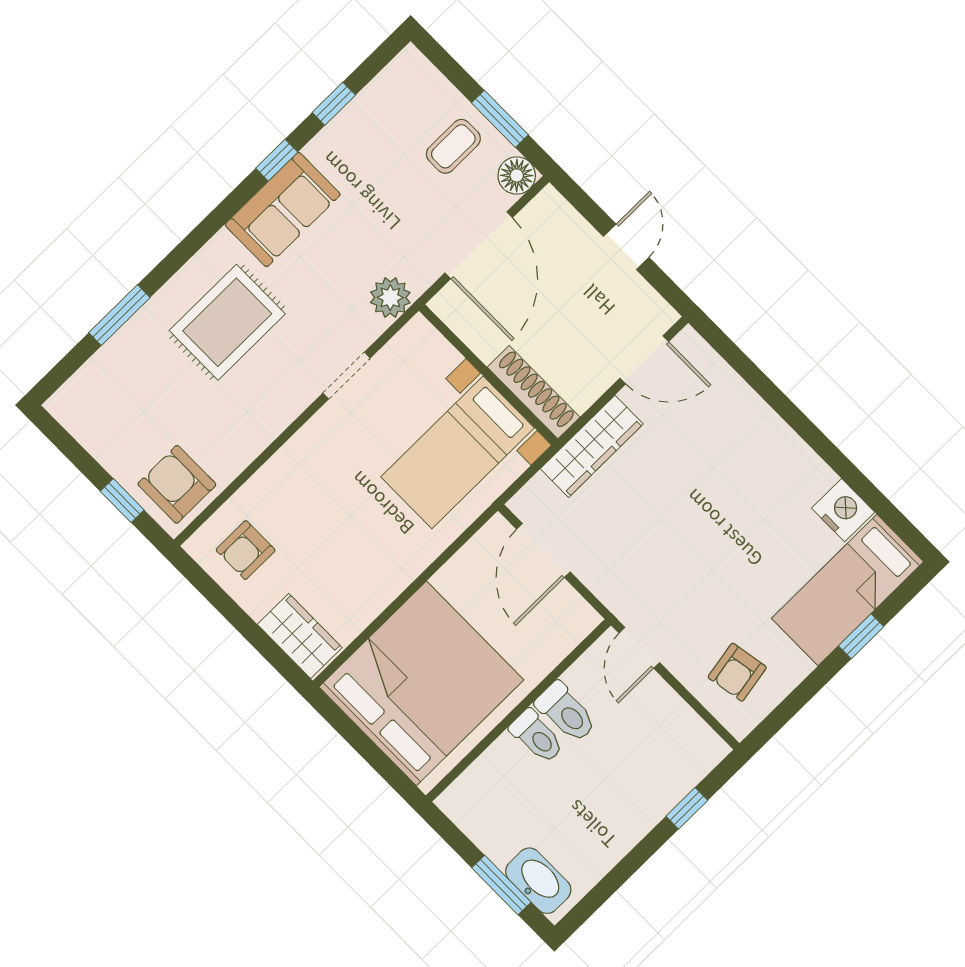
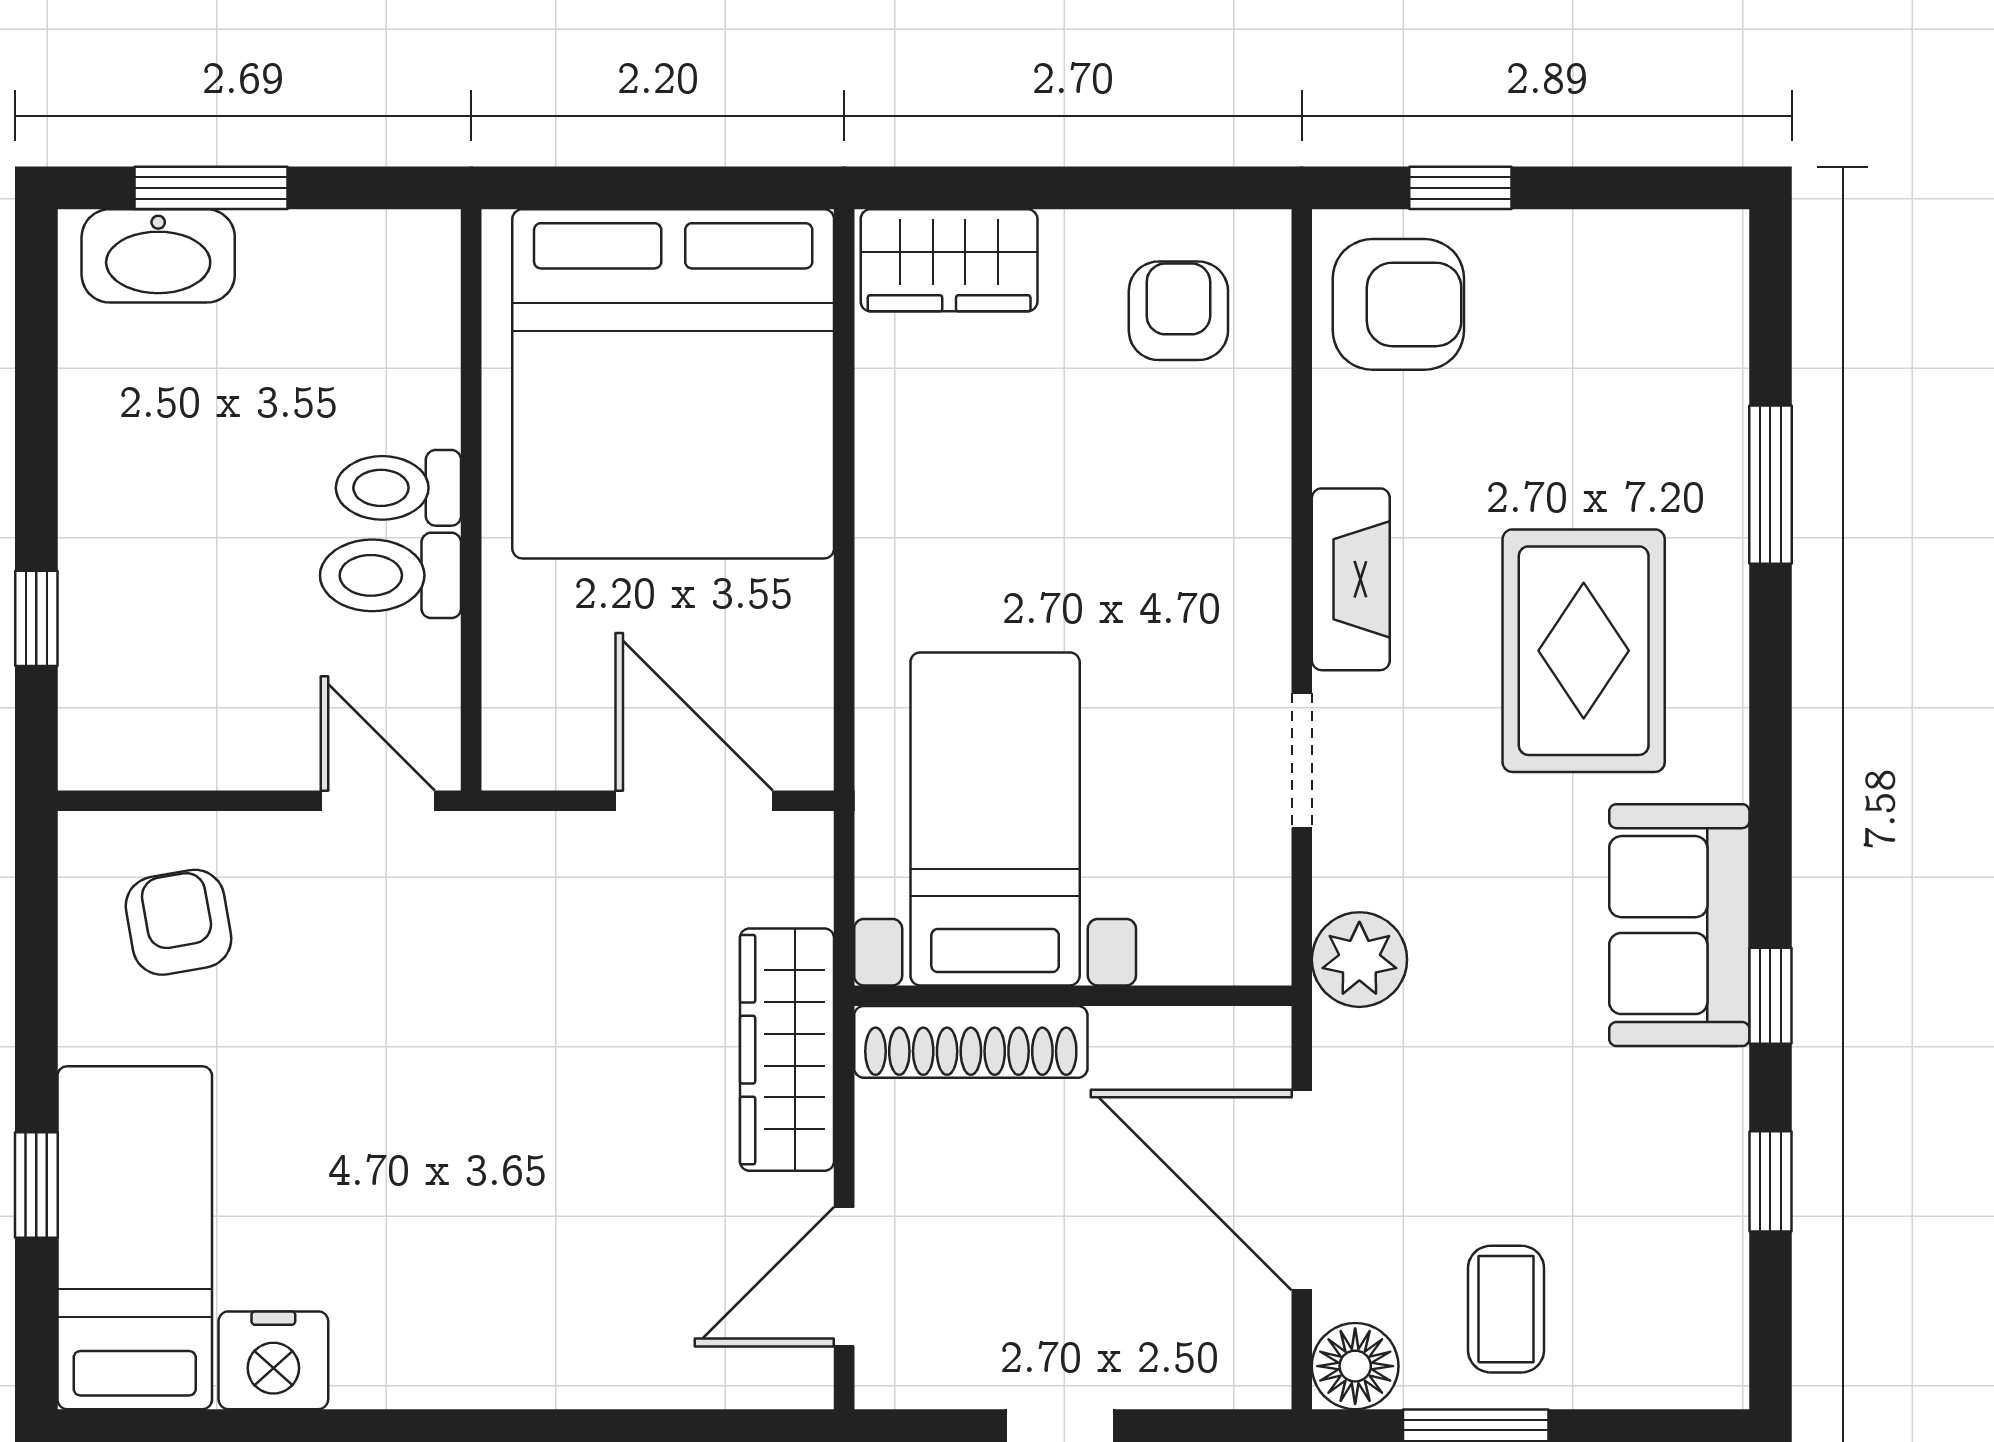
fireplace: (276, 416) -> (1351, 579), added

